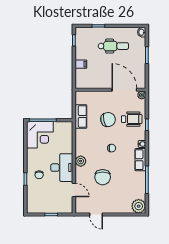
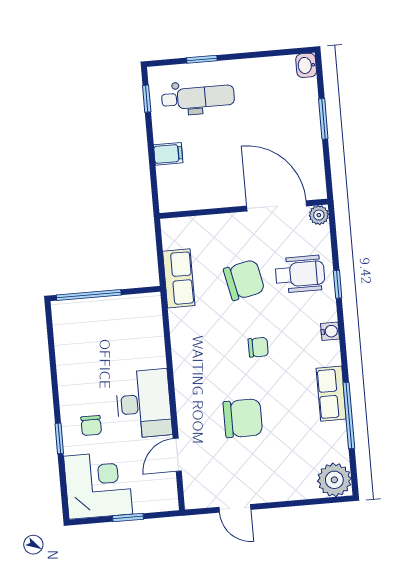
dental chair: (113, 46) -> (198, 97), moved
corner desk: (40, 135) -> (98, 485), moved, turned -90
row of seats: (140, 160) -> (331, 394), moved
plant: (81, 161) -> (187, 385), removed
chair: (103, 177) -> (243, 418), turned -90
door: (74, 190) -> (177, 455), swing flipped

